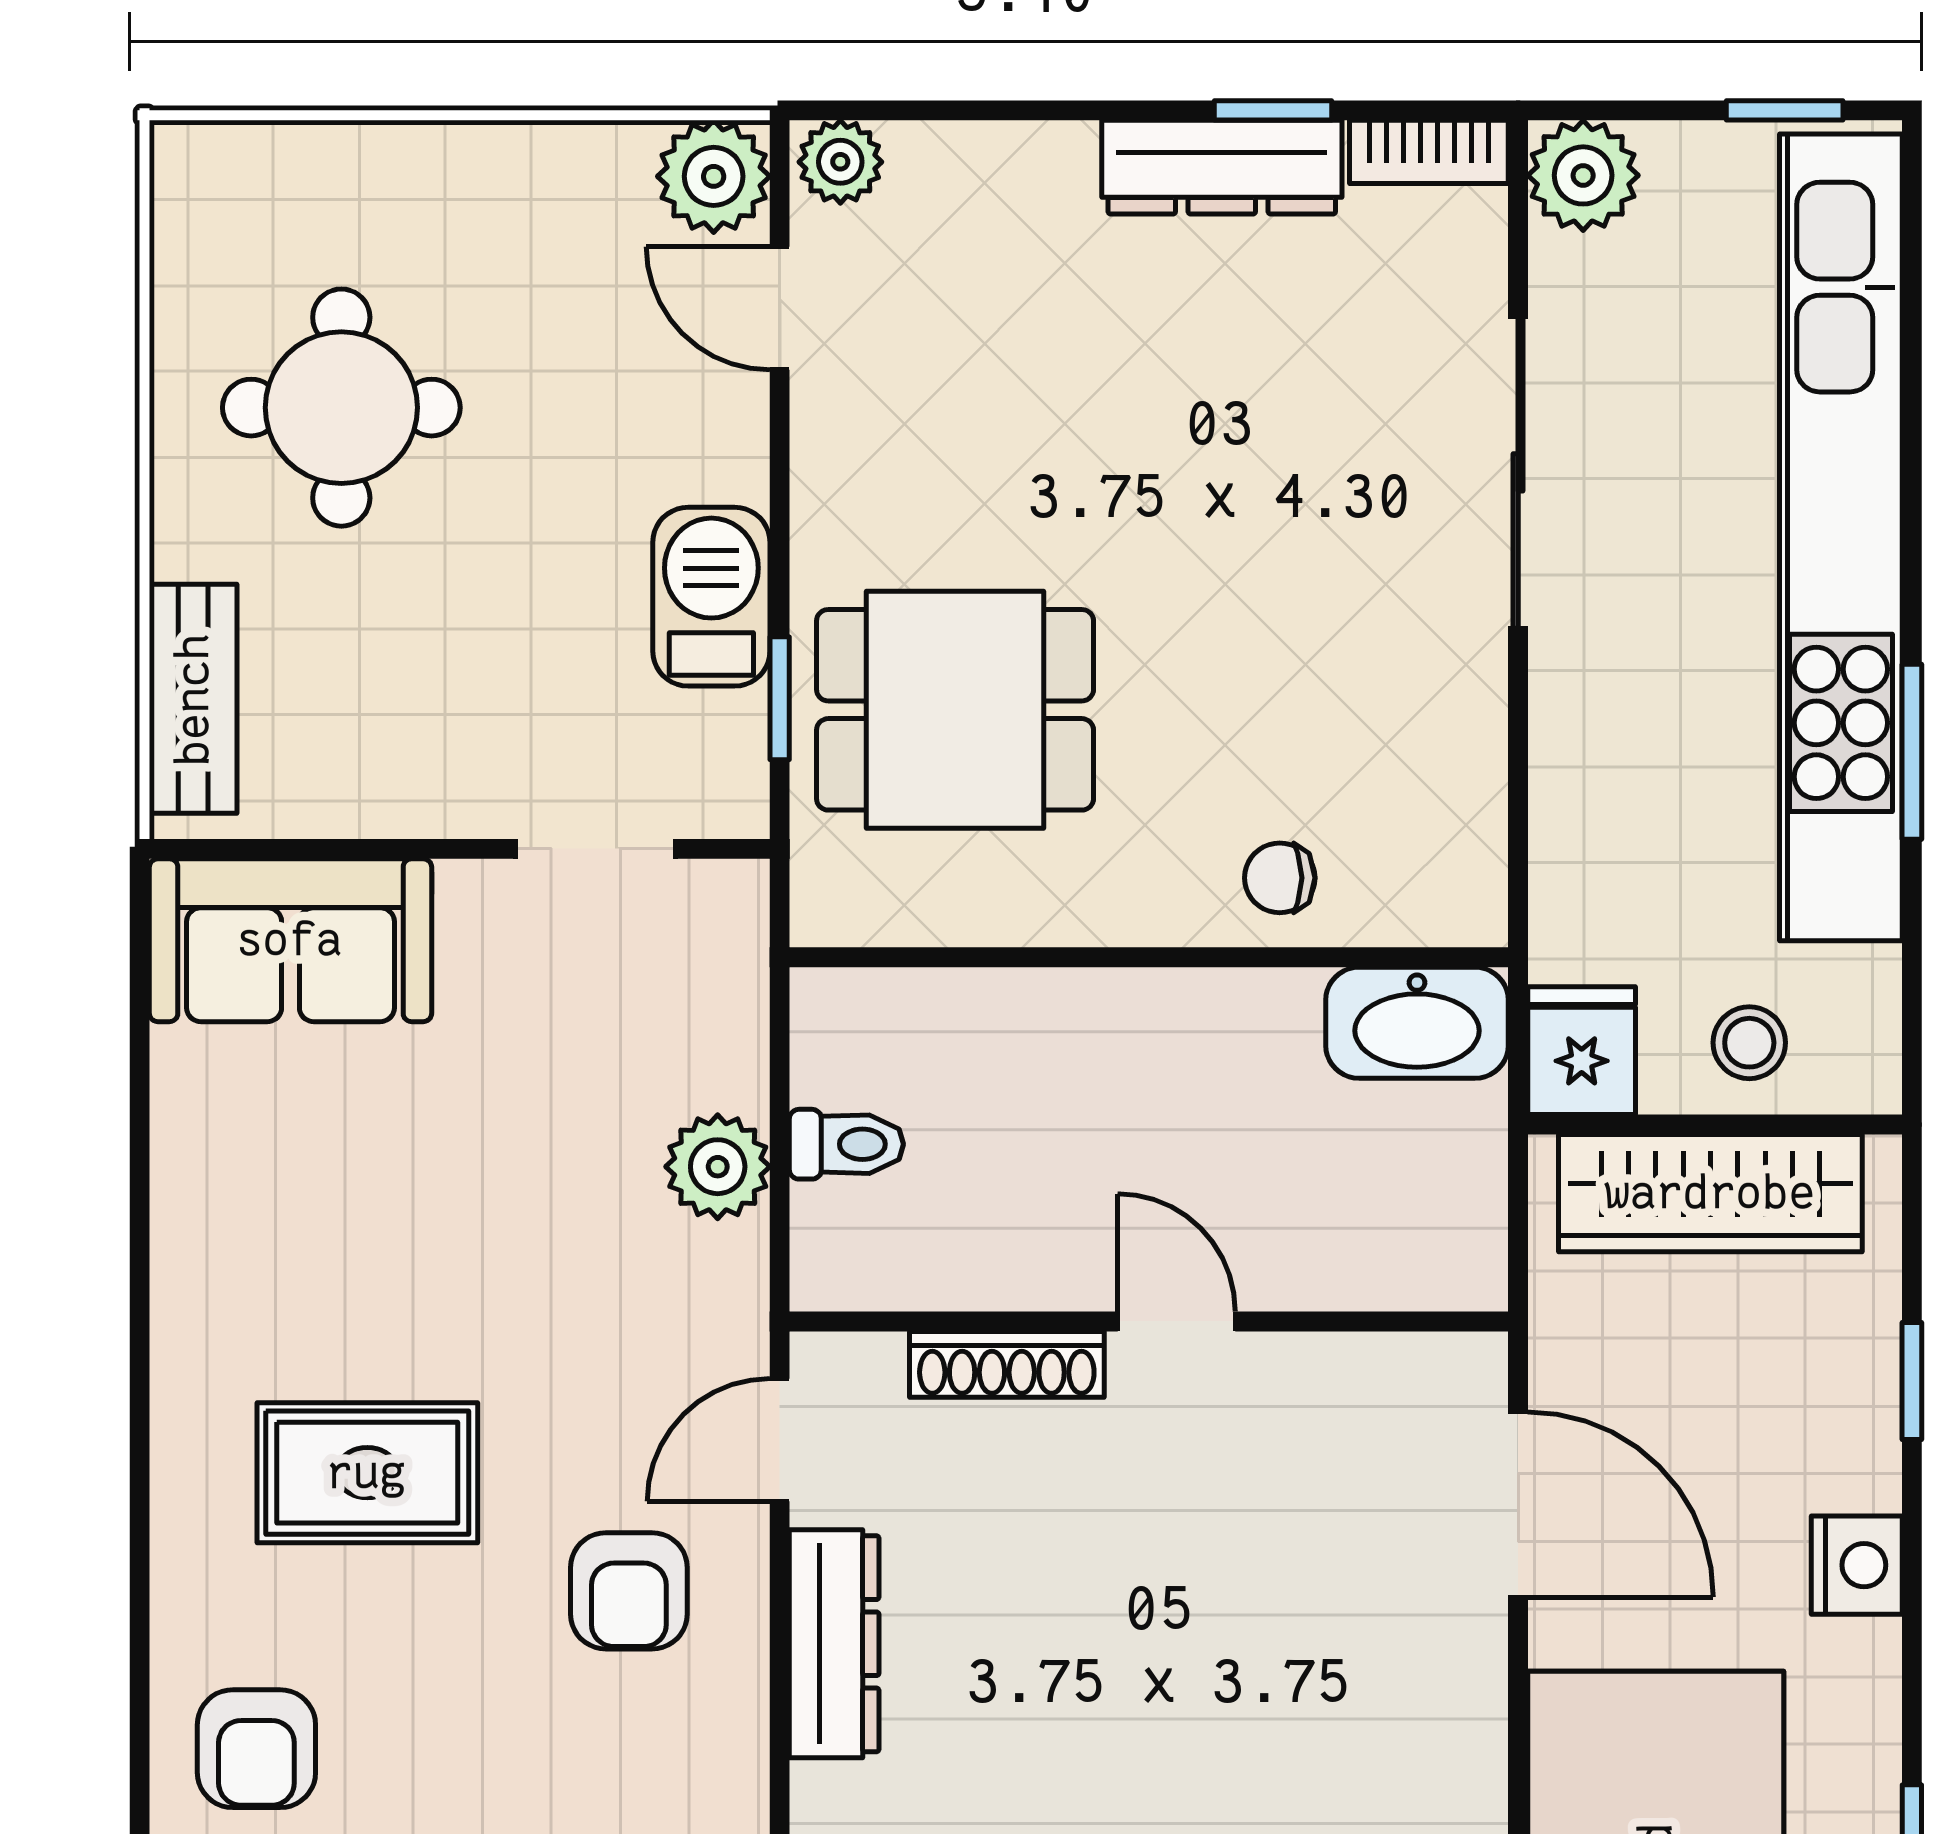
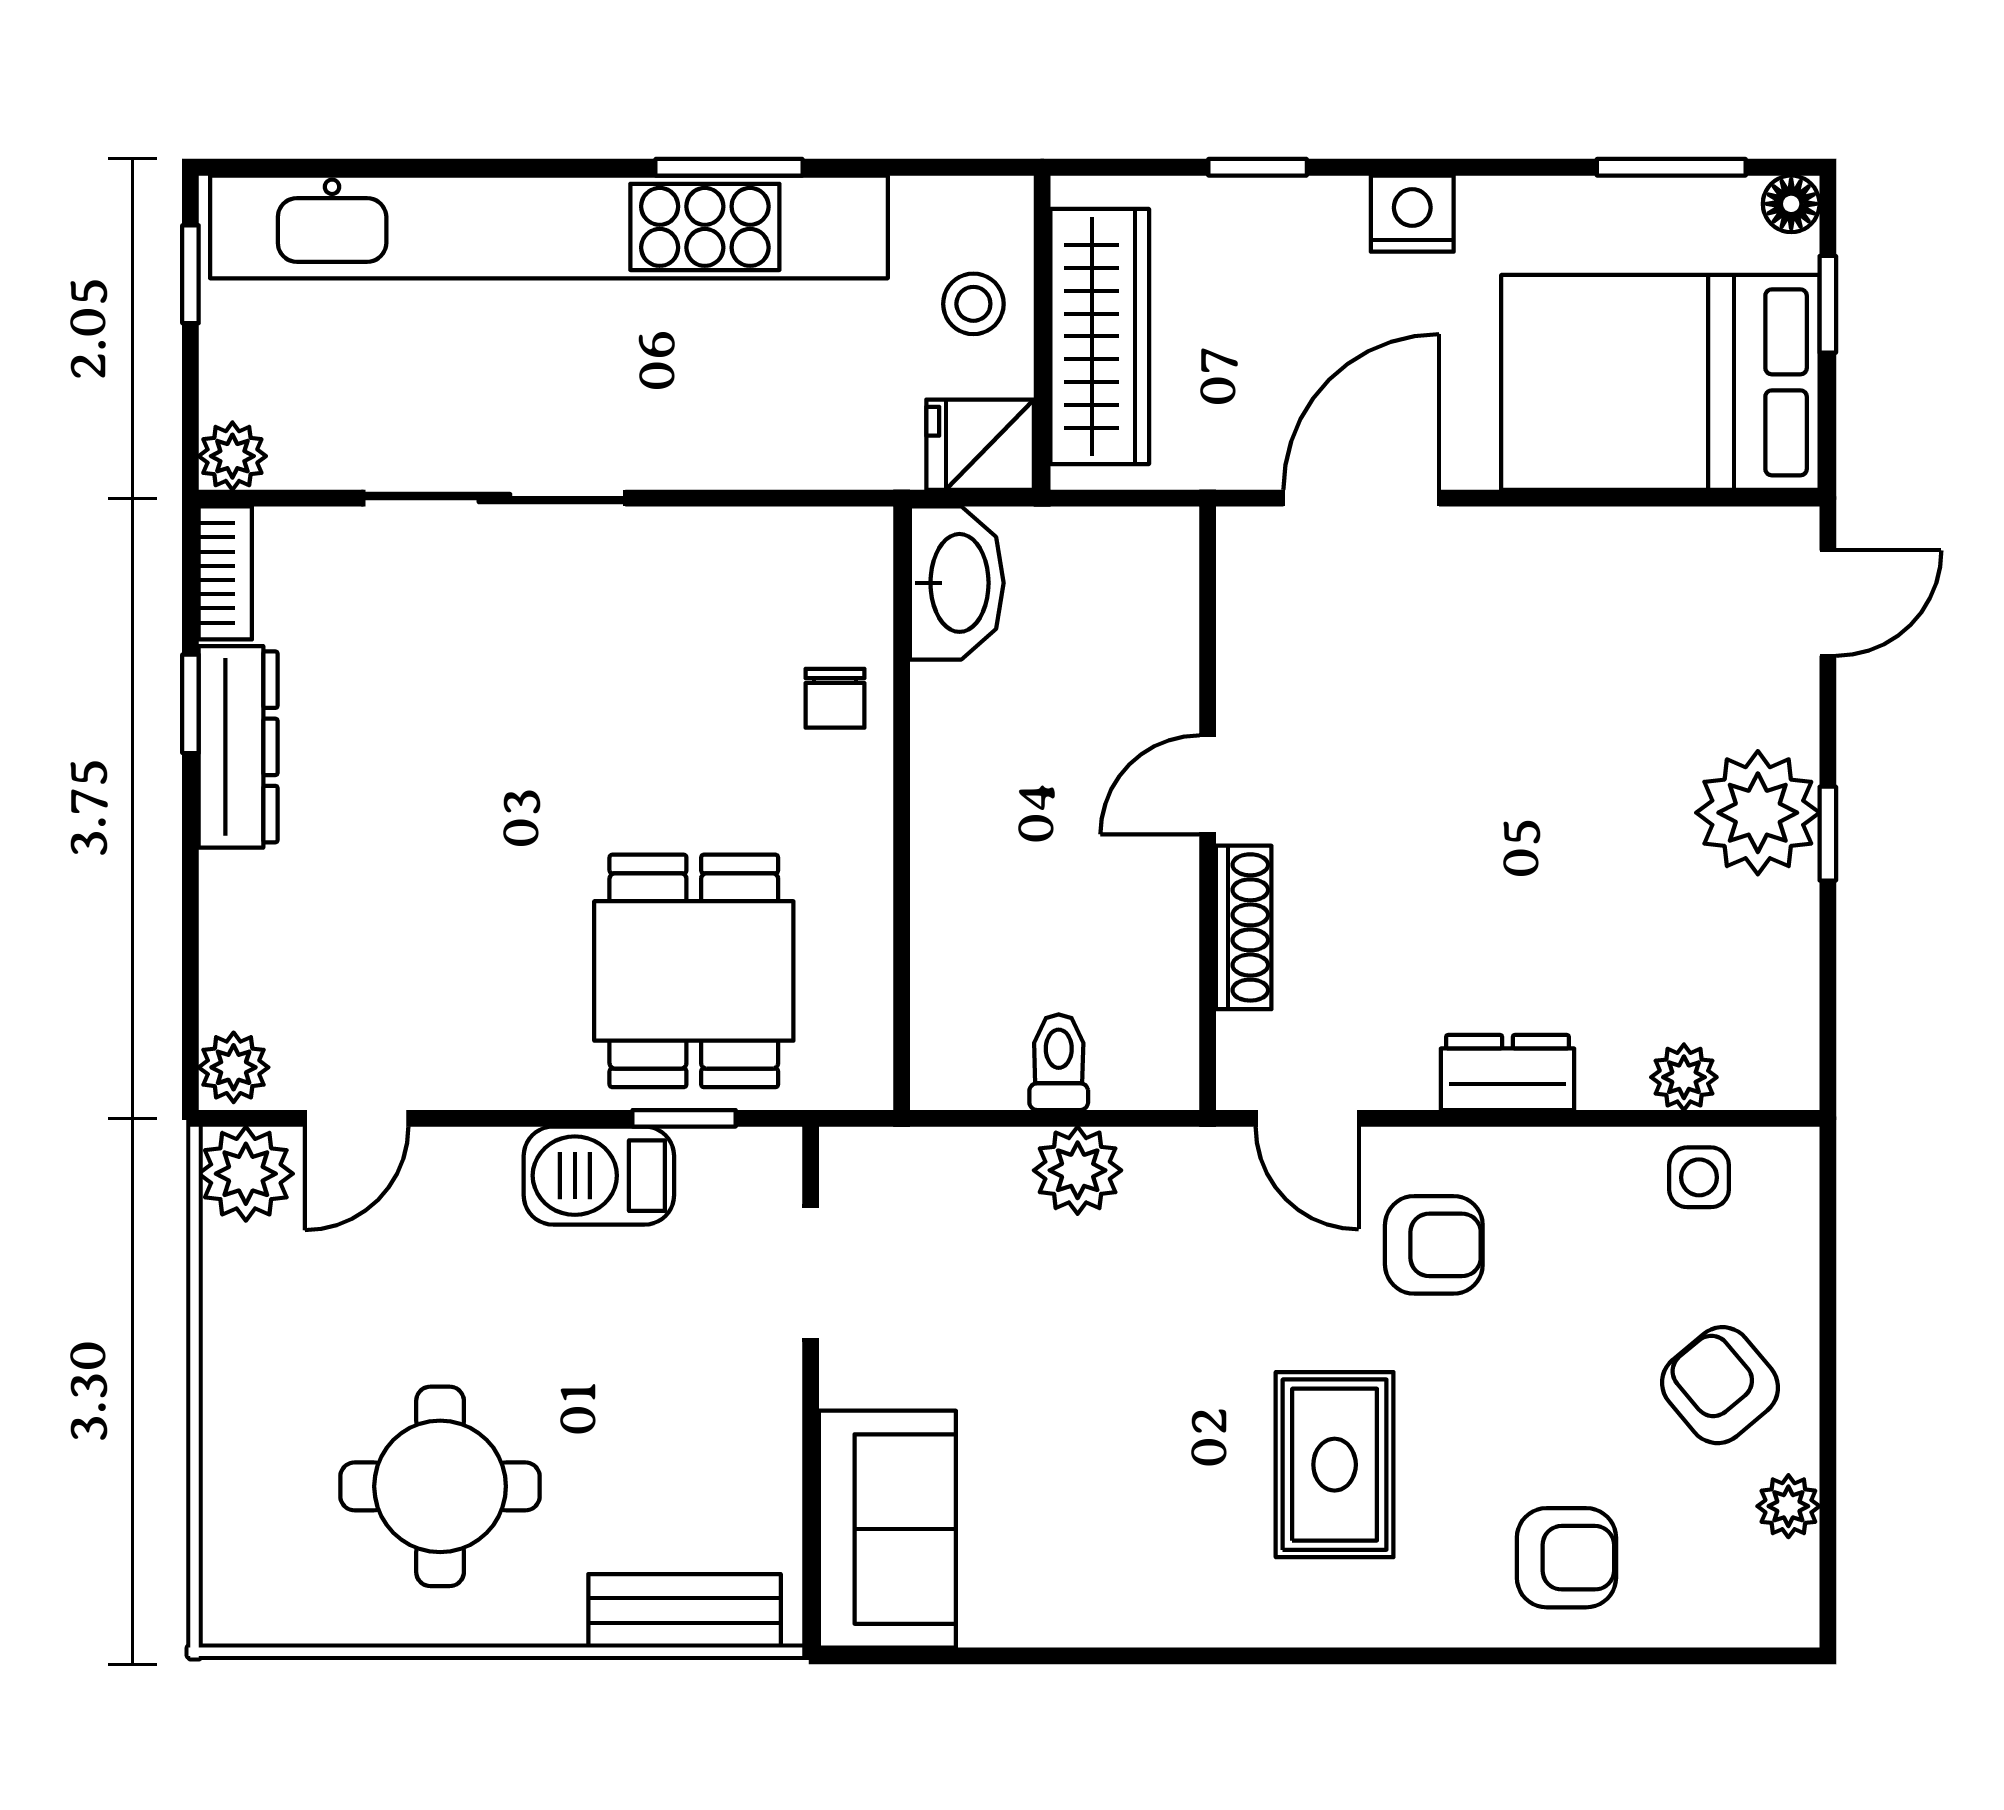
plant: (1583, 175) -> (232, 456), width x0.73, depth x0.73
dresser: (834, 1644) -> (1507, 1072), width x0.70

